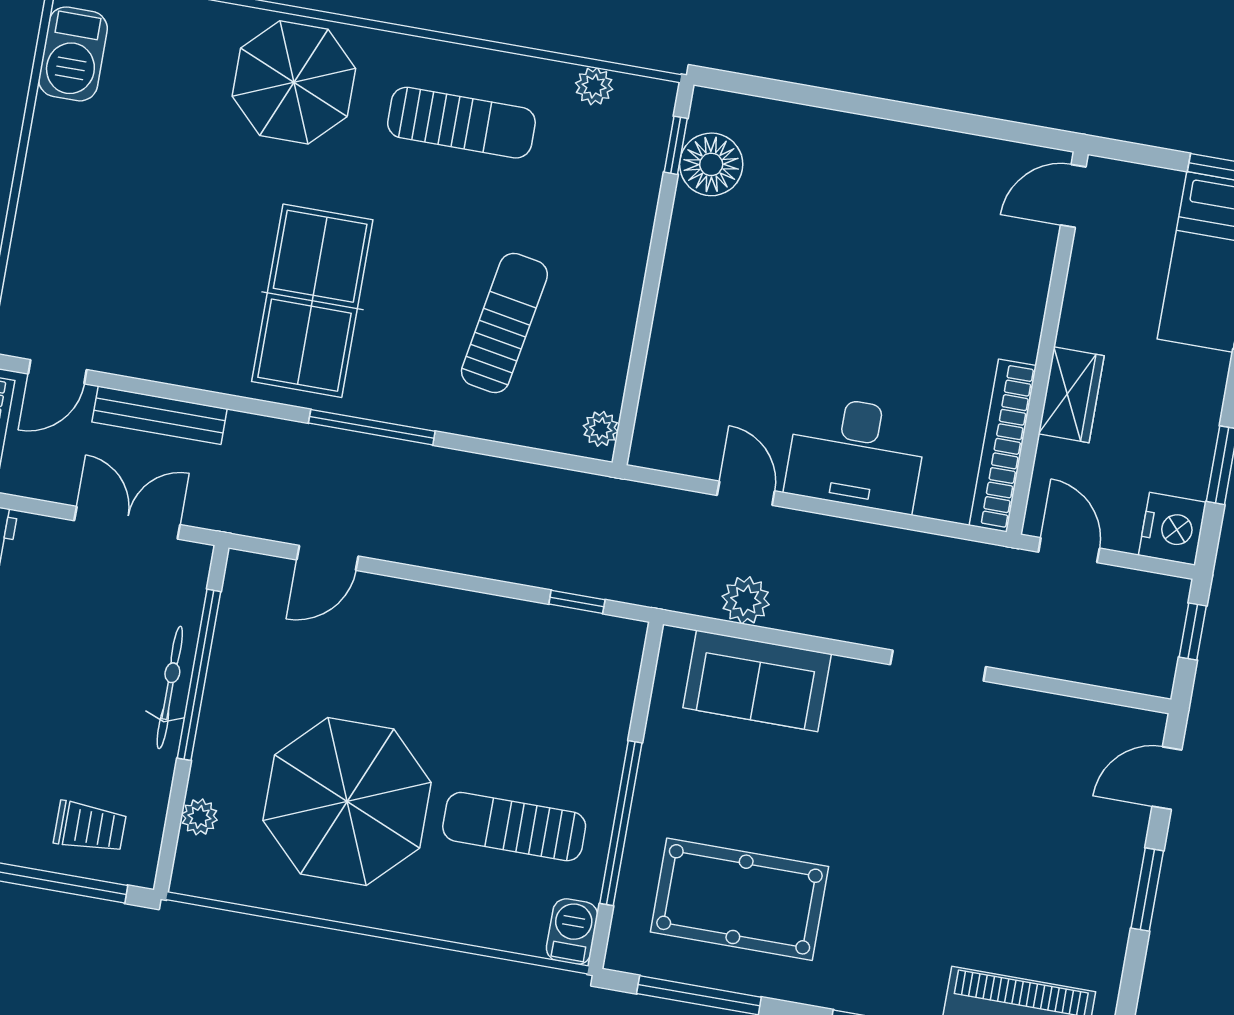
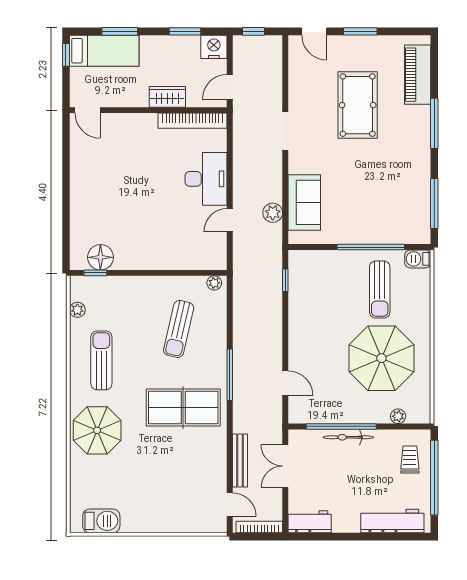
sun lounger: (504, 323) -> (179, 329), turned -87
pool table: (740, 899) -> (358, 105), moved

